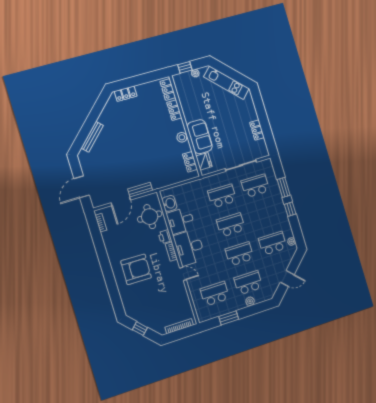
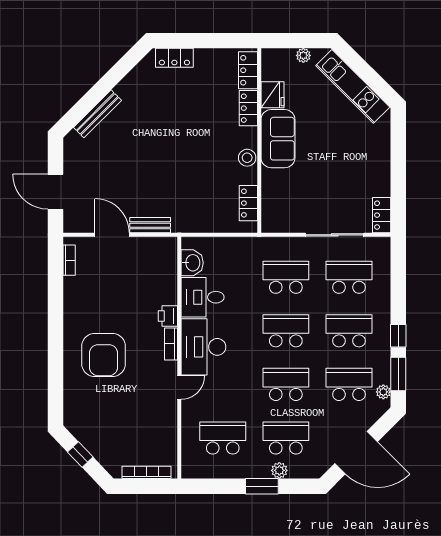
window: (185, 67) -> (289, 41), removed
locker: (257, 130) -> (382, 215), moved
sofa: (200, 137) -> (278, 139), moved
fridge: (204, 161) -> (272, 95), moved
door: (82, 187) -> (55, 192), hinge flipped
window: (284, 187) -> (398, 374), moved
door: (121, 201) -> (112, 235), swing flipped
school desk: (264, 215) -> (349, 331), added
round table: (150, 217) -> (152, 275), removed
armchair: (136, 269) -> (104, 355), turned 89
door: (183, 274) -> (179, 387), hinge flipped
door: (287, 278) -> (356, 453), width x1.88
window: (229, 318) -> (262, 486), moved

